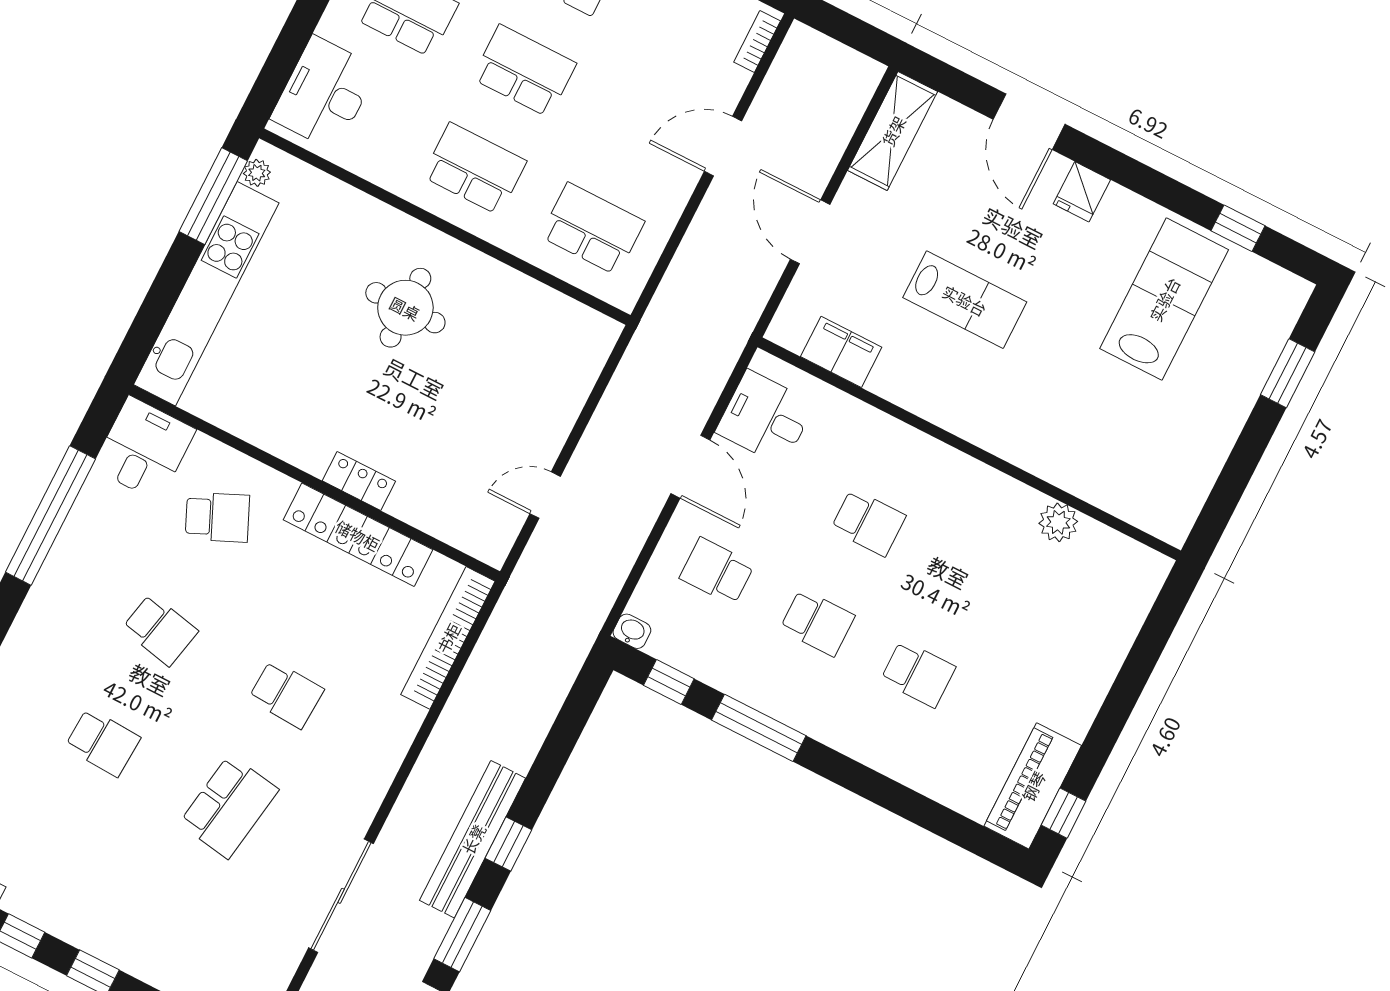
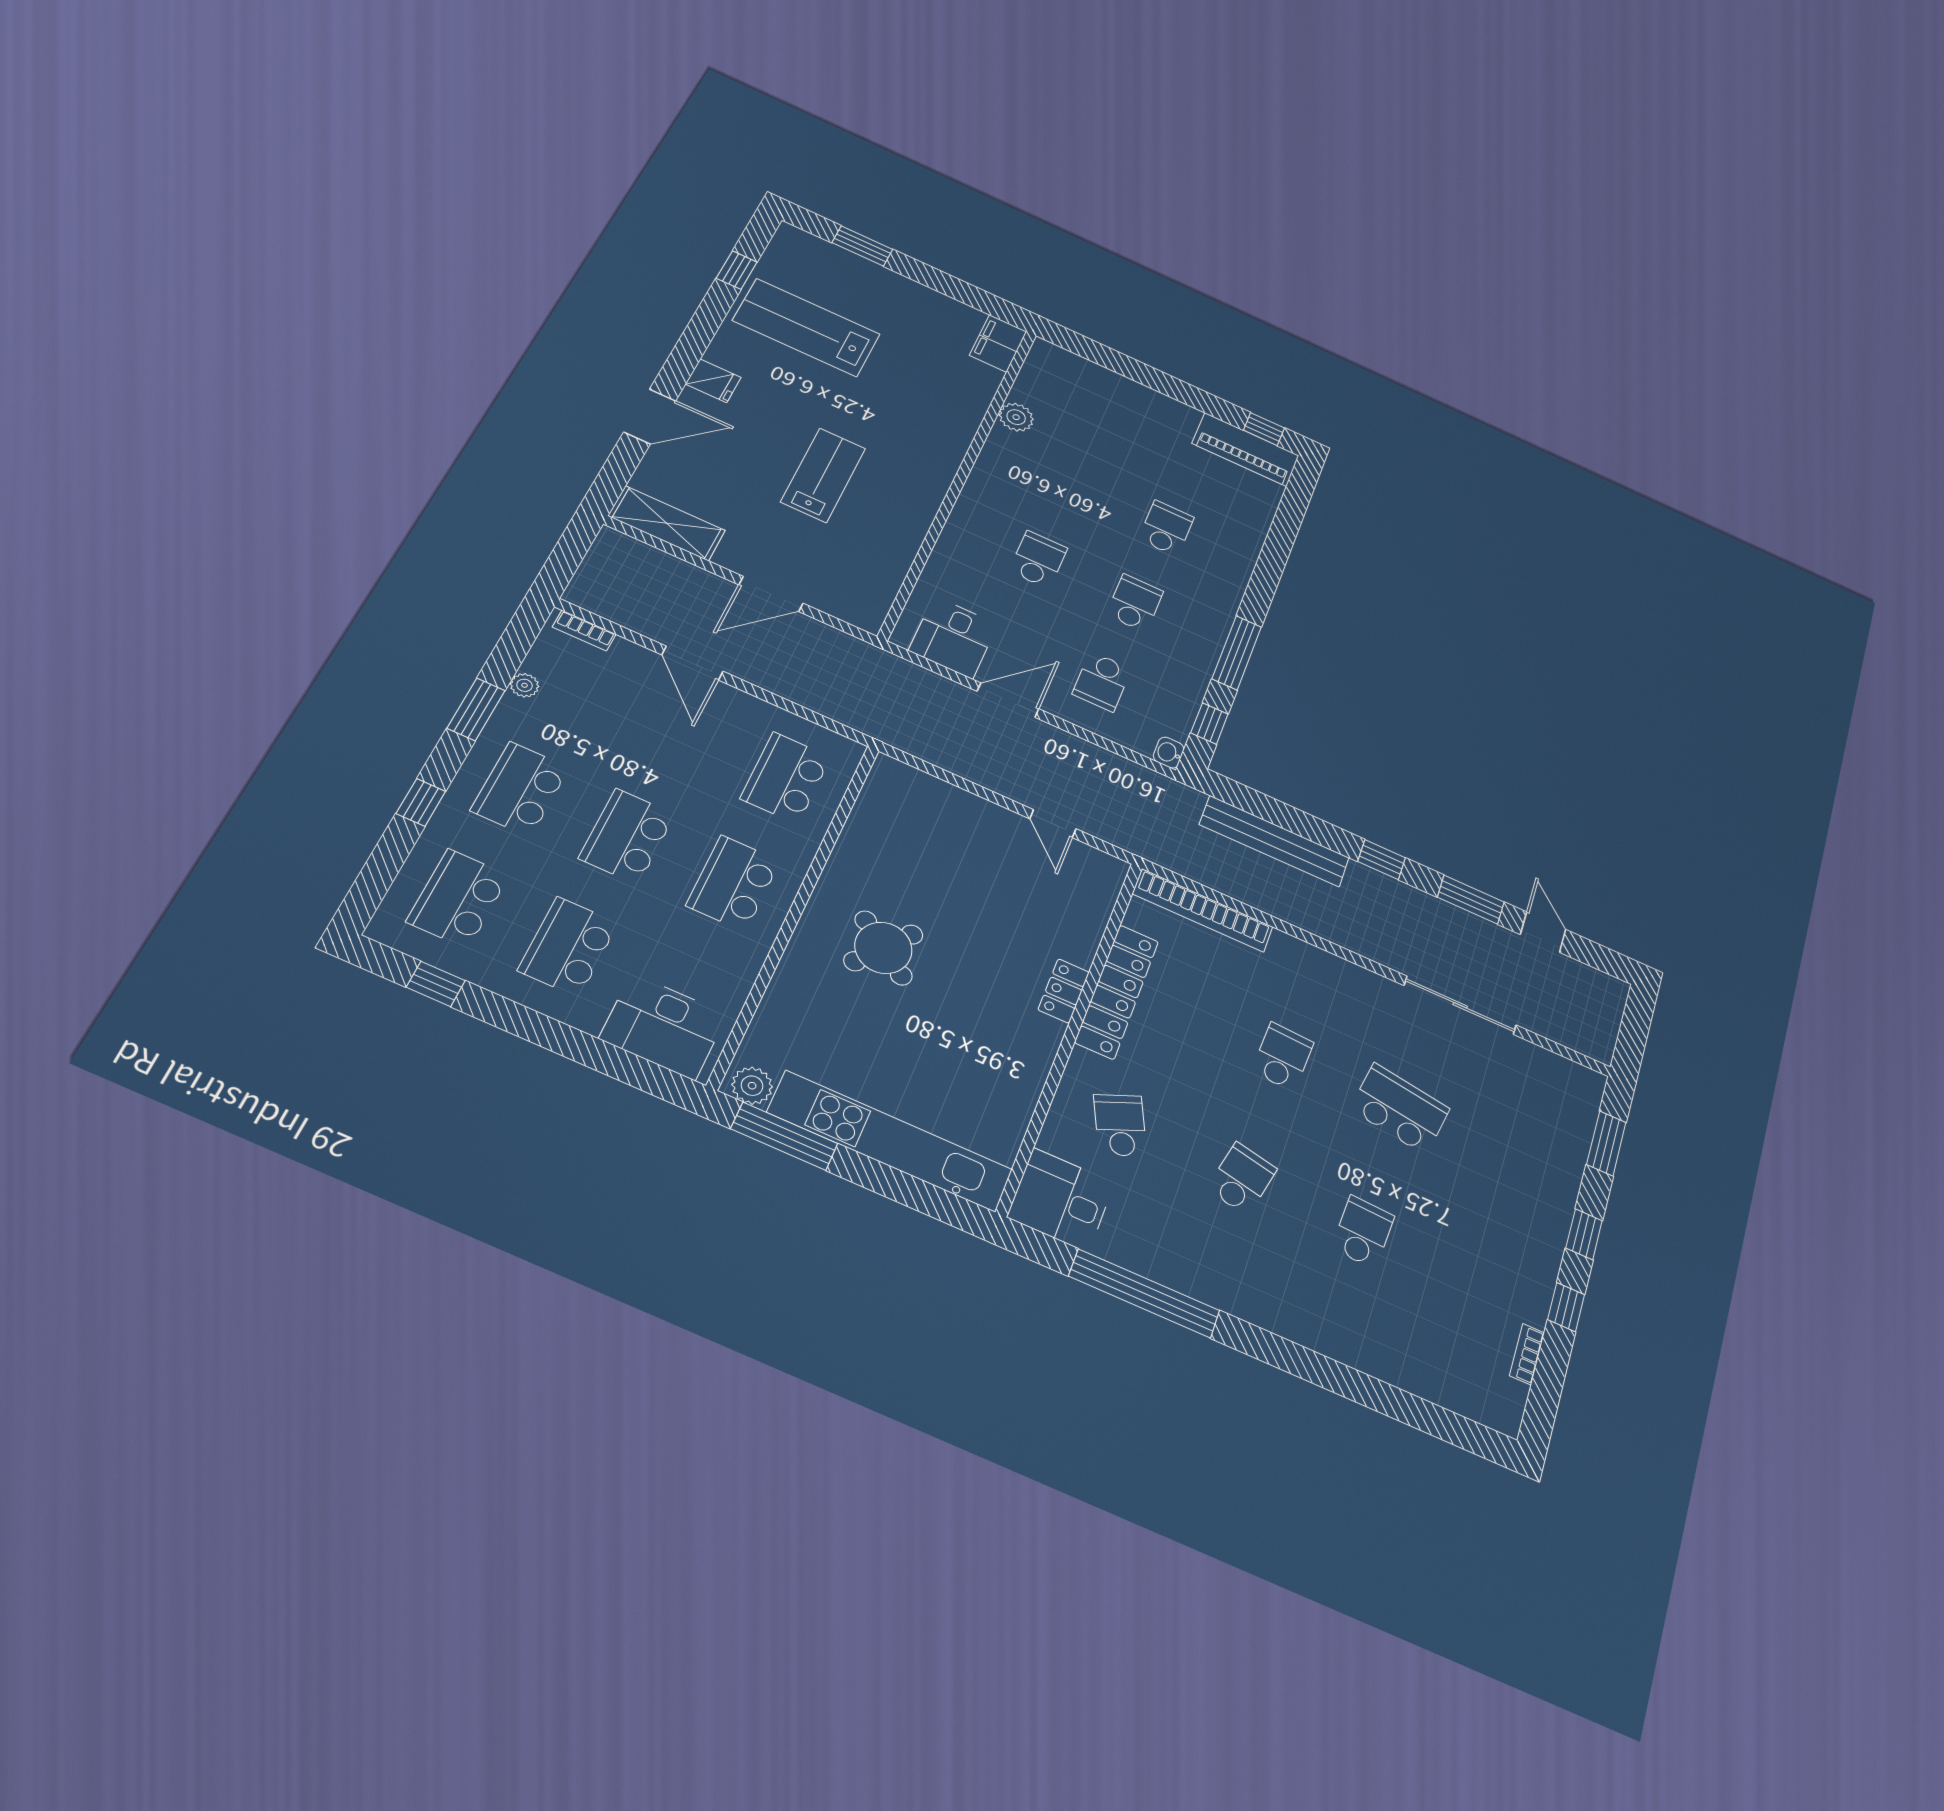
plant: (257, 173) -> (752, 1086), width x1.38, depth x1.38
round table: (405, 308) -> (883, 948), turned 37
filing cabinet: (841, 352) -> (998, 343), moved
bench: (473, 839) -> (1274, 841), moved

